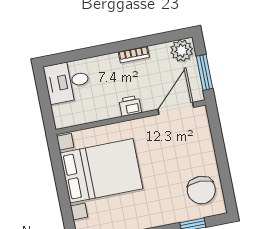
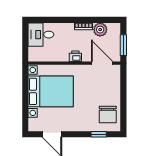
plant: (182, 51) -> (100, 30), moved
door: (176, 108) -> (102, 63), hinge flipped

